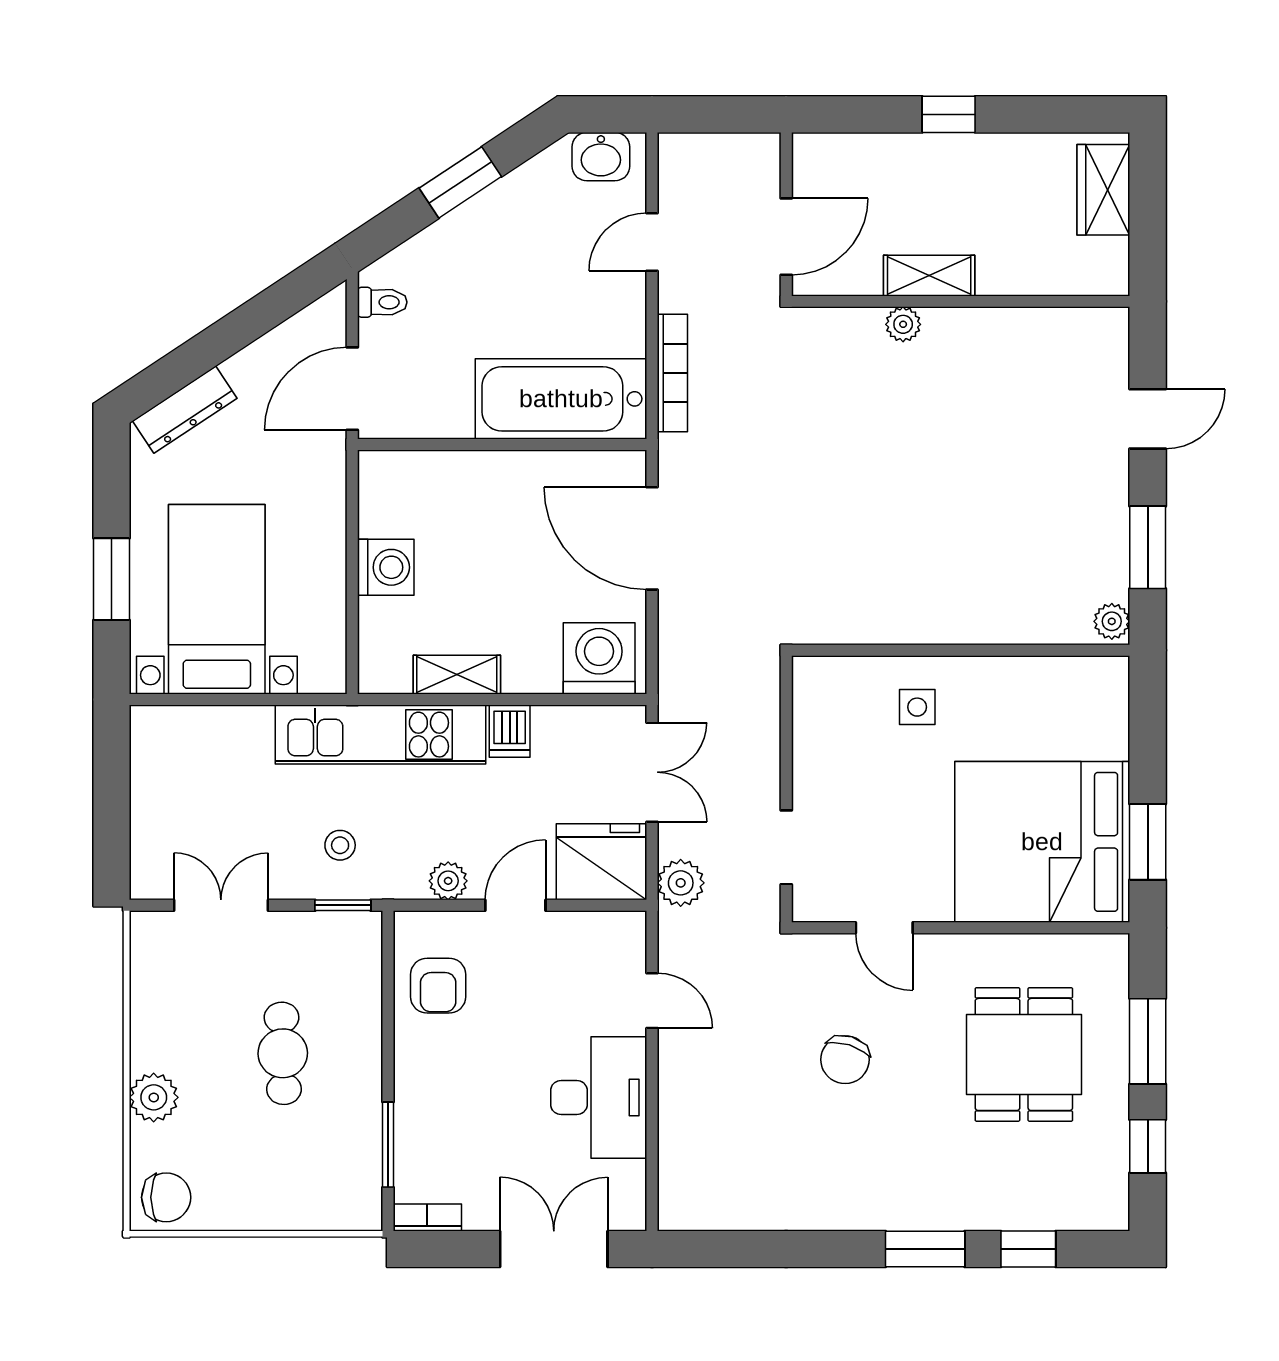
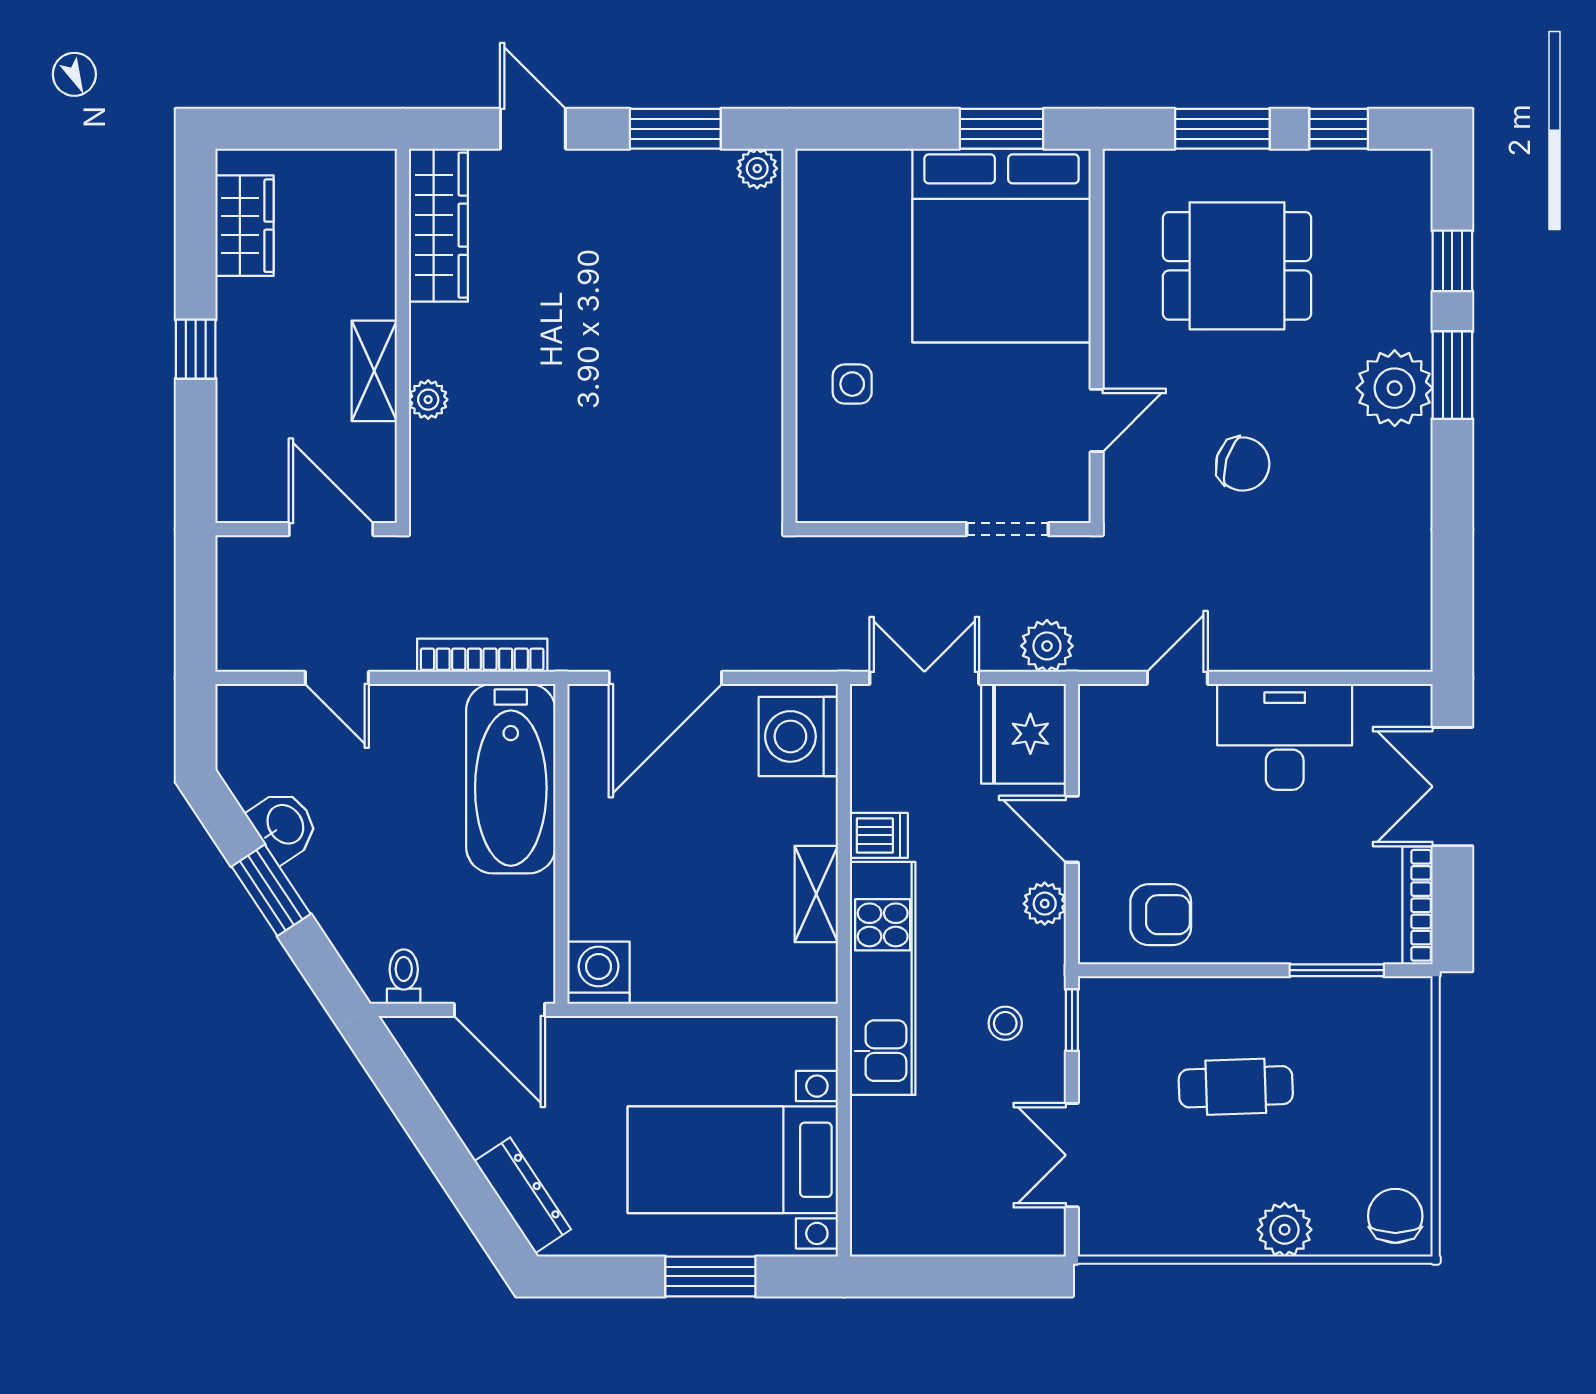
washbasin: (601, 157) -> (284, 825), moved, turned -33
wardrobe: (1103, 190) -> (245, 226), moved, turned -90
wardrobe: (1061, 333) -> (438, 225), added
washing machine: (386, 567) -> (599, 973), moved
plant: (913, 1197) -> (1395, 388), added
bookcase: (427, 1217) -> (1418, 905), width x1.56

